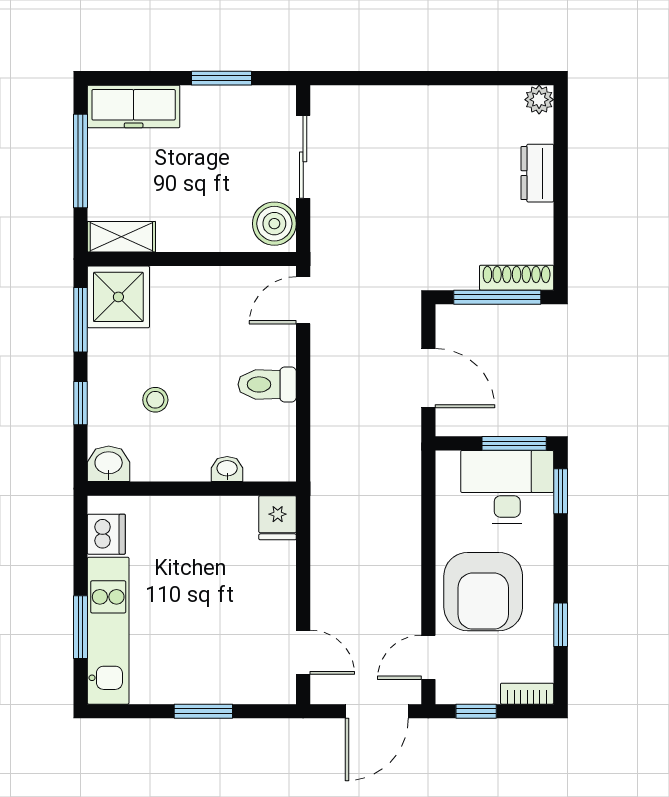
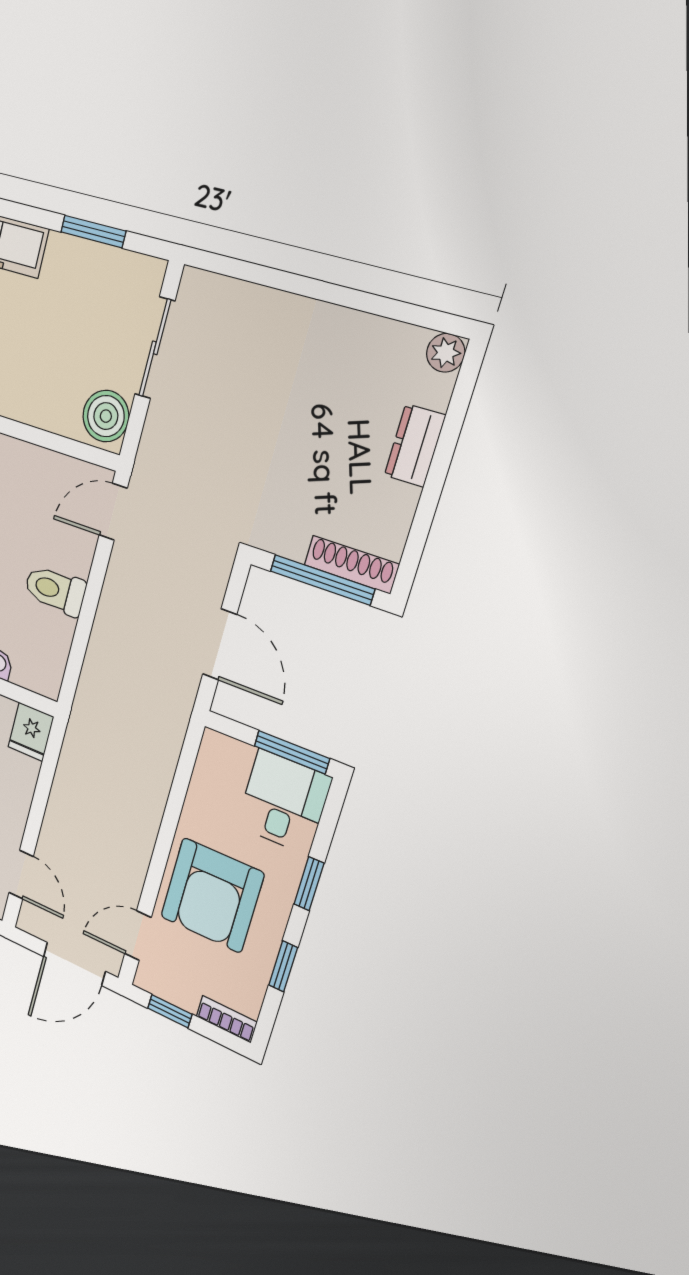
desk: (507, 487) -> (284, 802), width x0.73
window: (561, 491) -> (309, 884), moved

